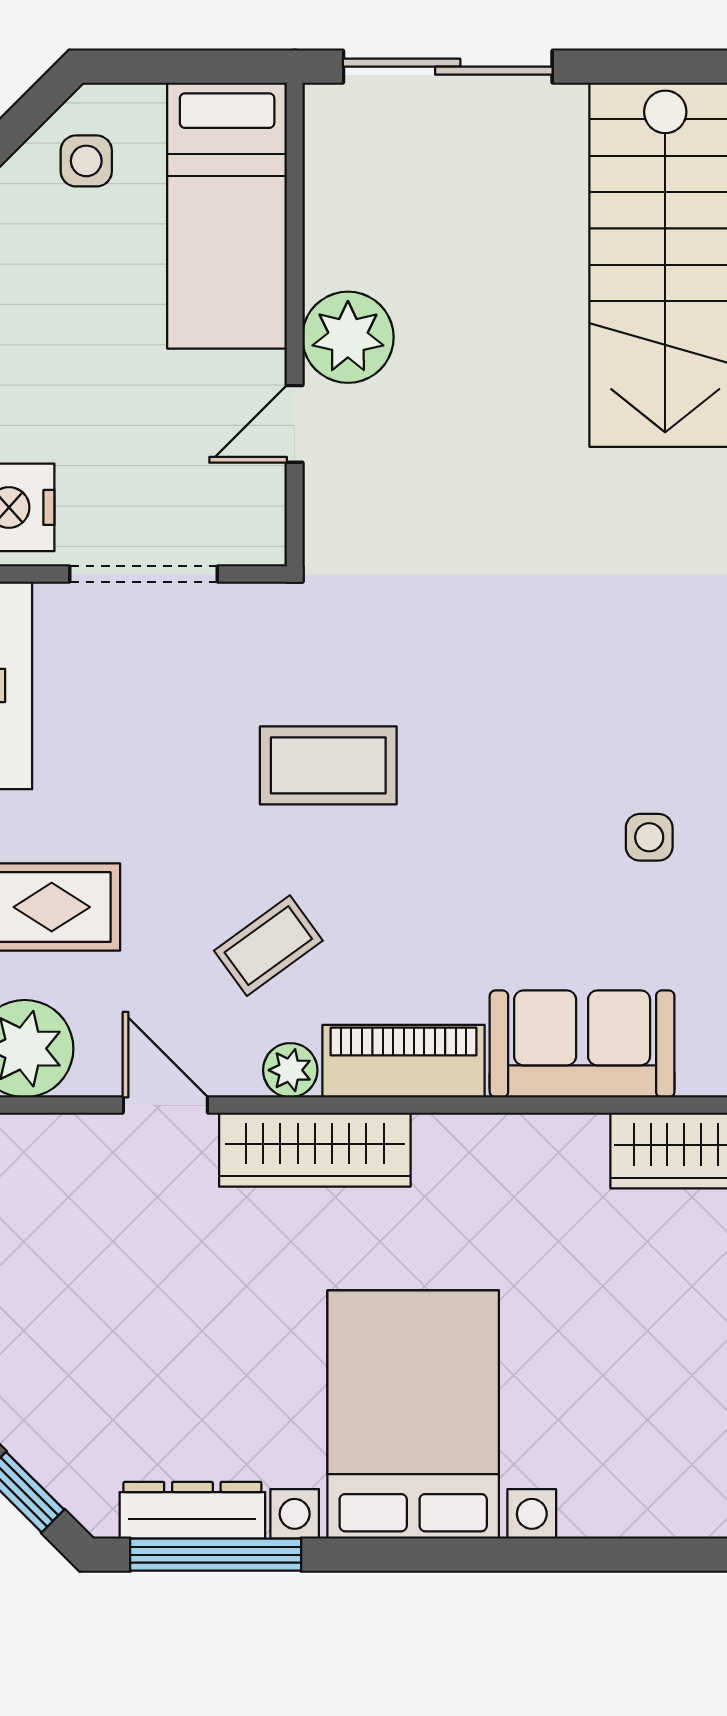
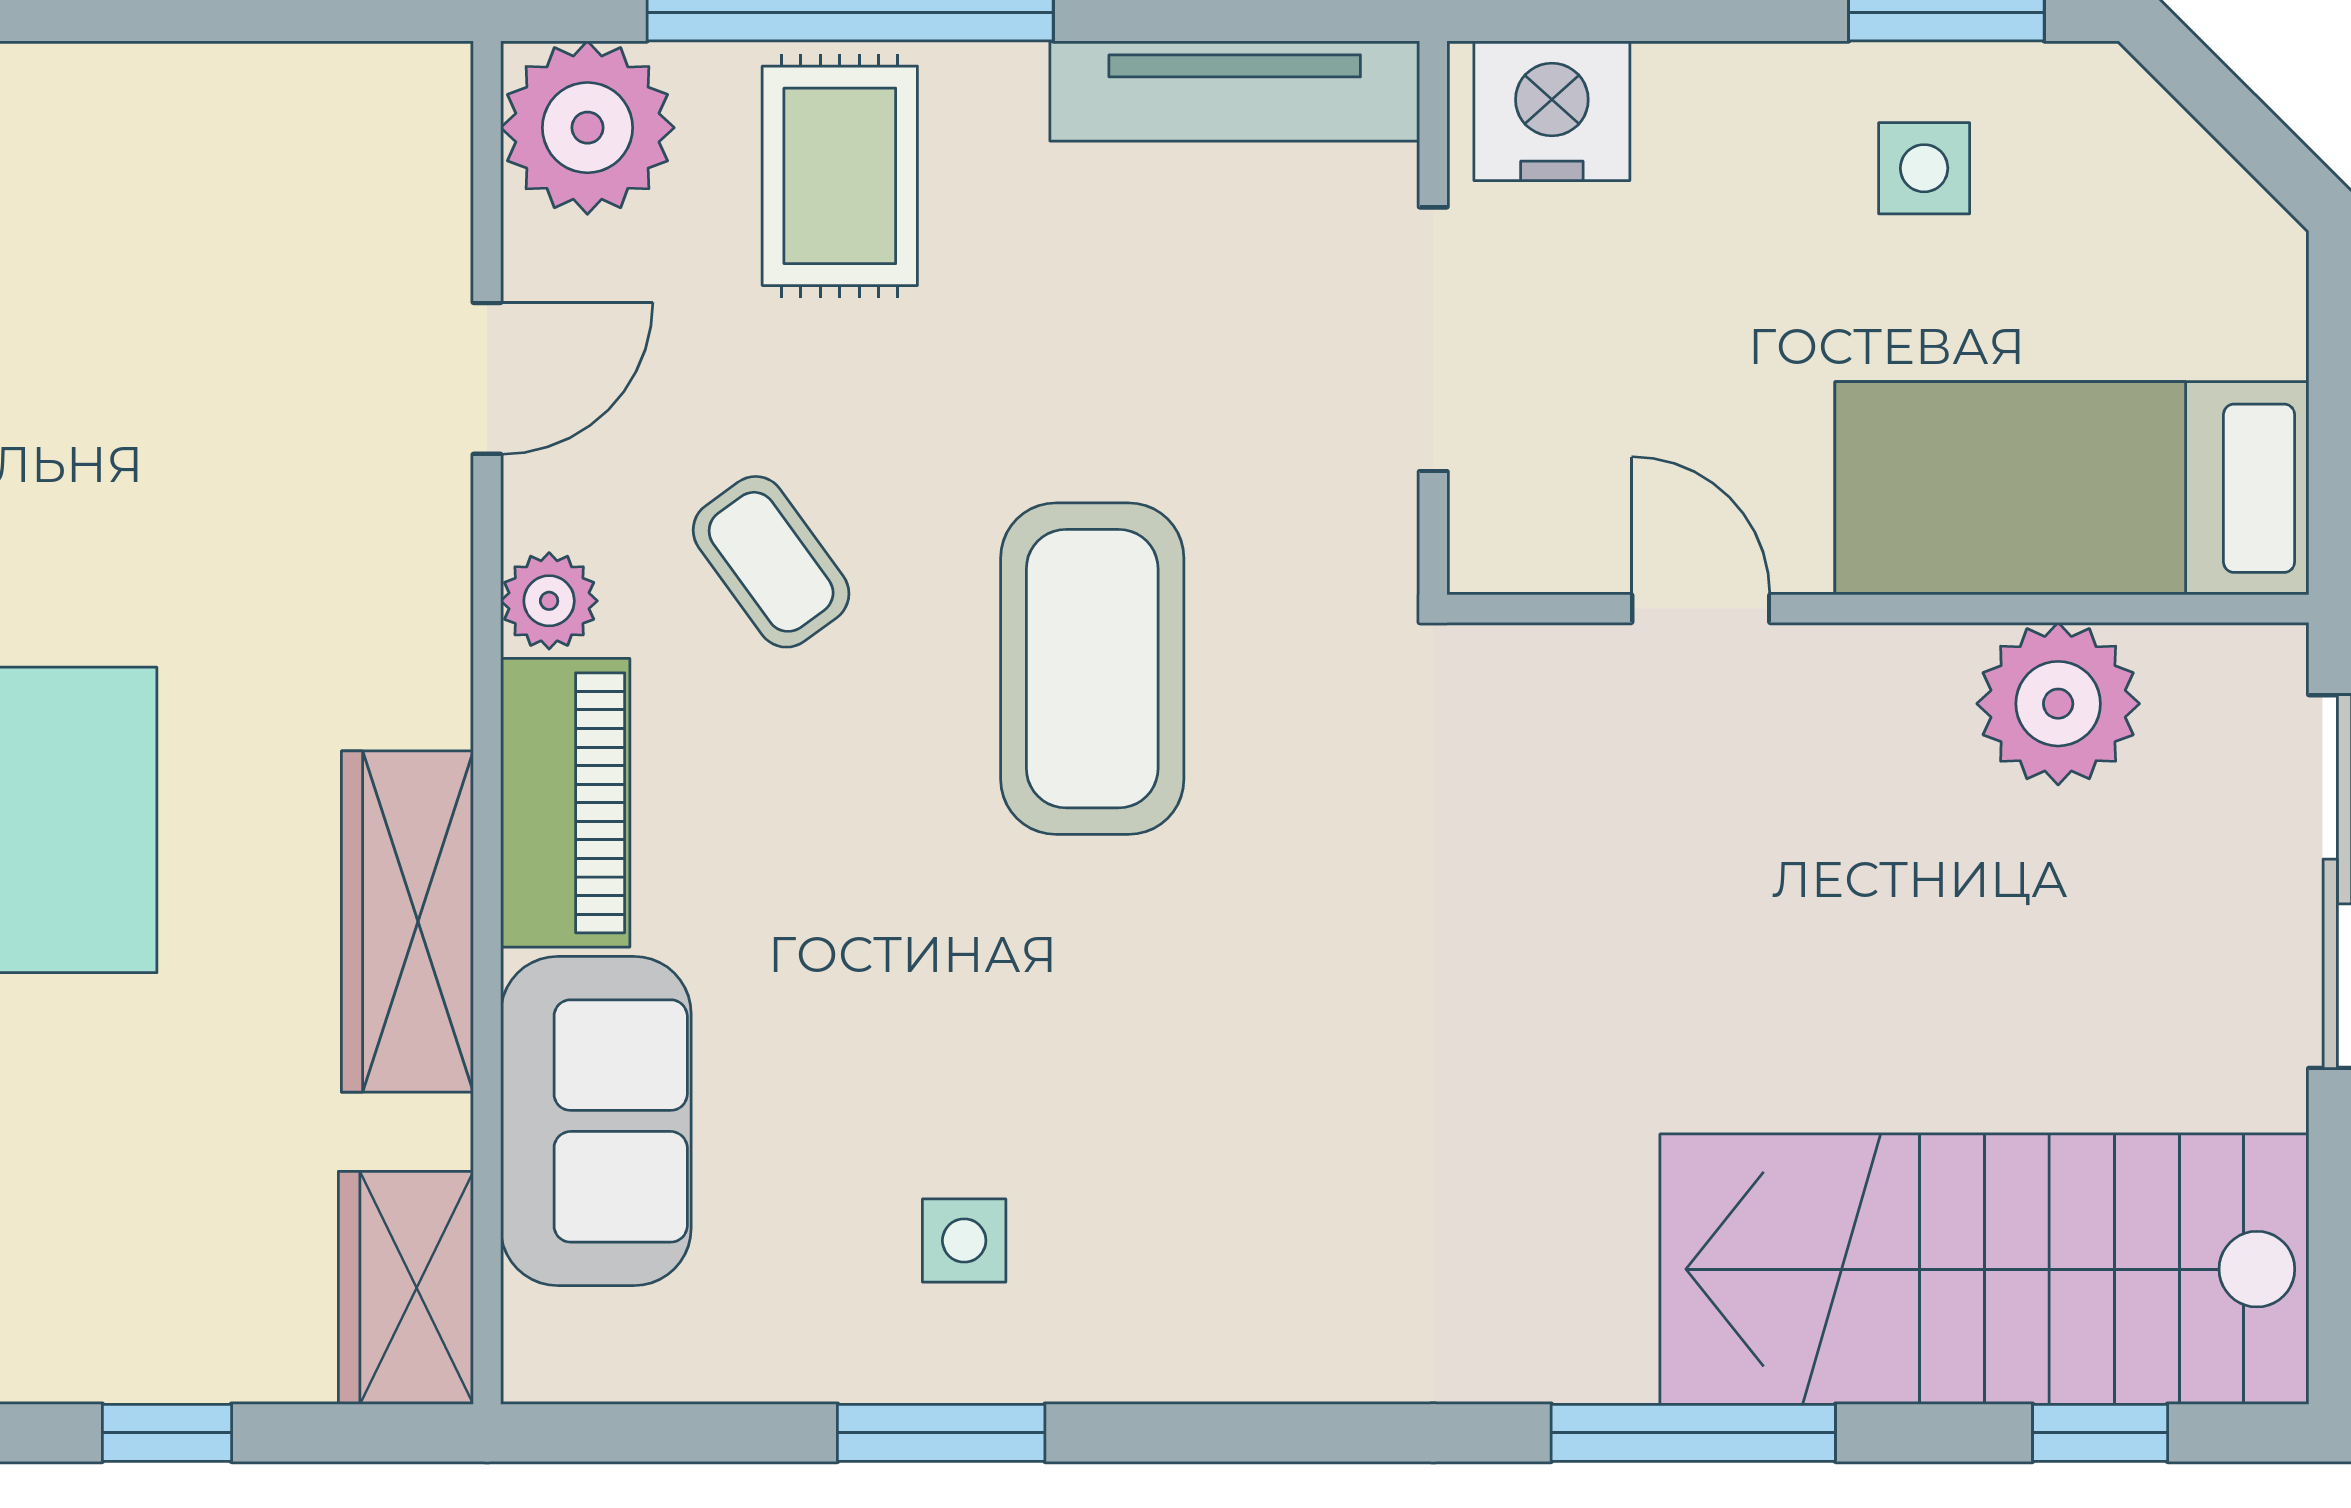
side table: (86, 161) -> (1924, 168), moved
plant: (348, 337) -> (2058, 704), moved
coffee table: (328, 765) -> (1092, 669), width x1.36, depth x1.32
wardrobe: (315, 1150) -> (407, 922), moved

